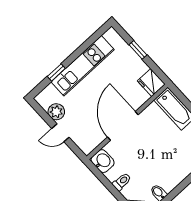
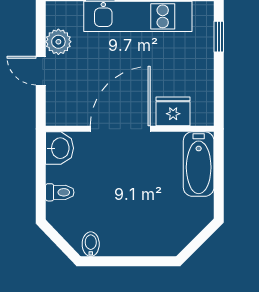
window: (138, 50) -> (219, 37), moved
fridge: (151, 83) -> (173, 111), moved, turned 90

